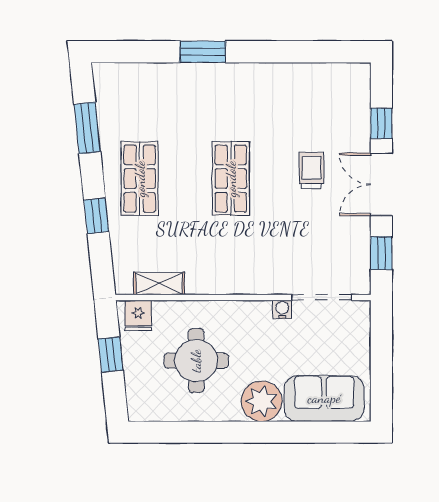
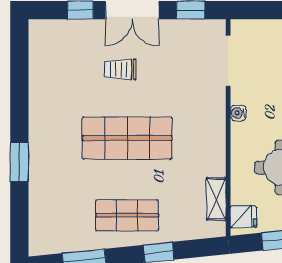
shop shelf: (231, 179) -> (127, 138), width x1.43, depth x1.36
water cooler: (282, 309) -> (238, 113), moved

